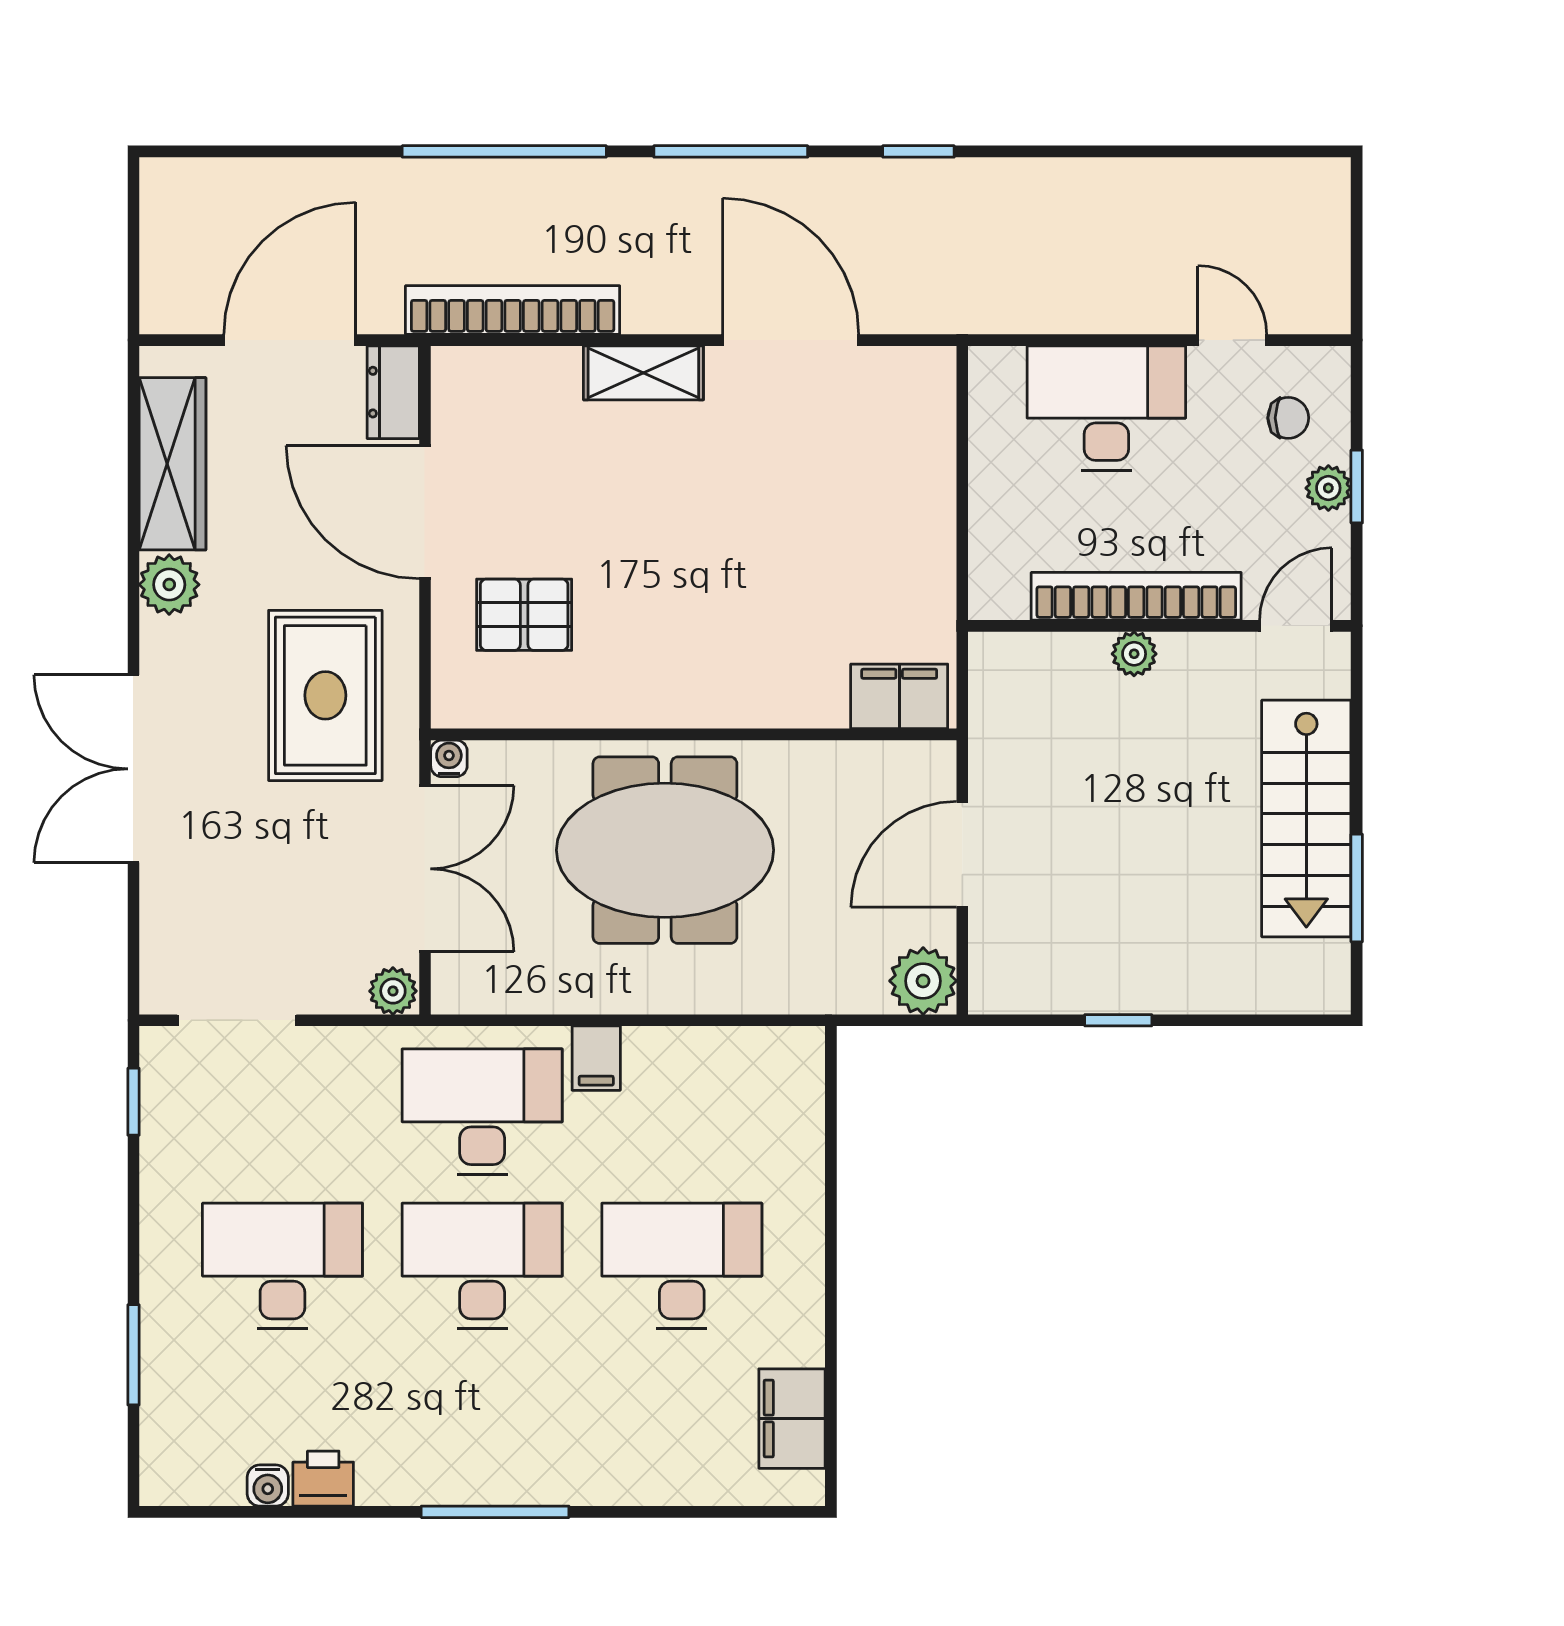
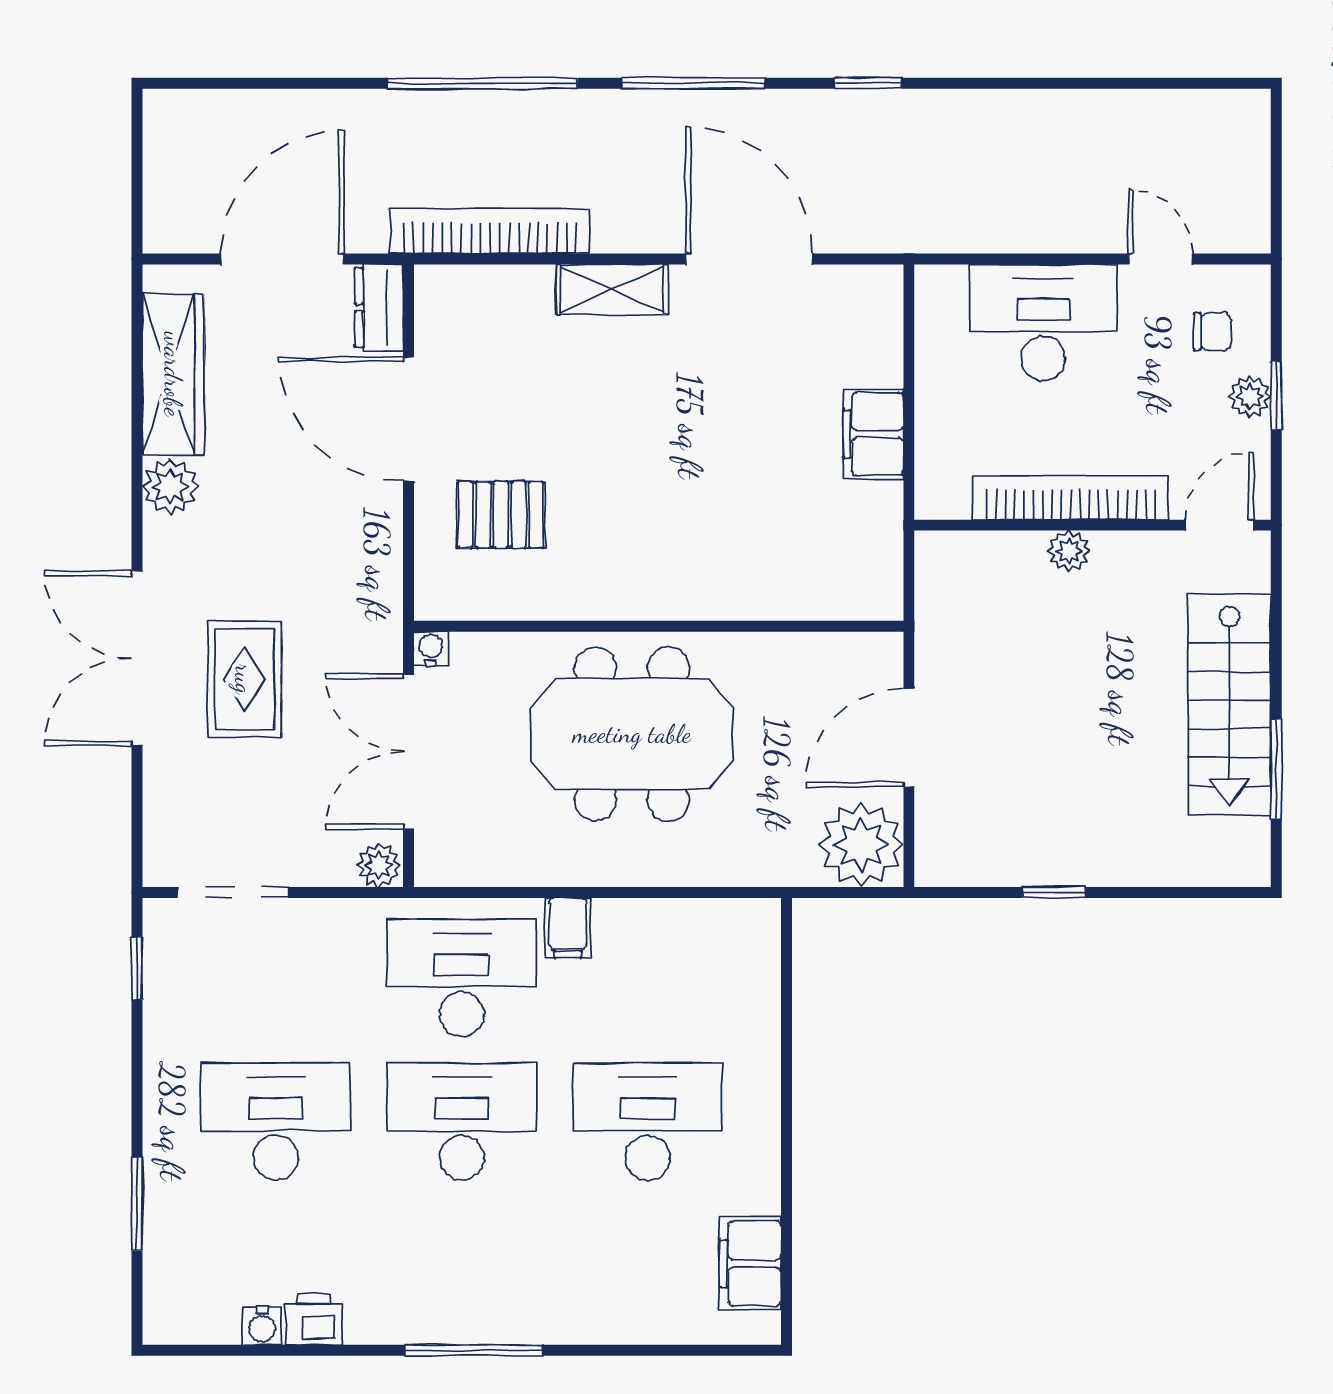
rug: (325, 695) -> (244, 679), moved, width x0.73, depth x0.70
filing cabinet: (899, 696) -> (873, 434), moved, turned -90
double door: (425, 869) -> (408, 751), swing flipped
plant: (923, 981) -> (861, 845), width x1.36, depth x1.36

